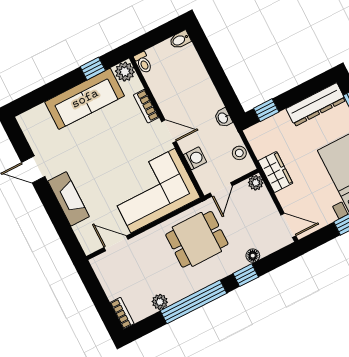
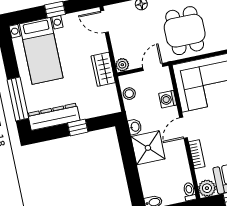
shower: (202, 99) -> (148, 148), added
window: (266, 110) -> (78, 127), moved
door: (169, 131) -> (183, 128), hinge flipped
dining table: (197, 239) -> (185, 31), turned 90

